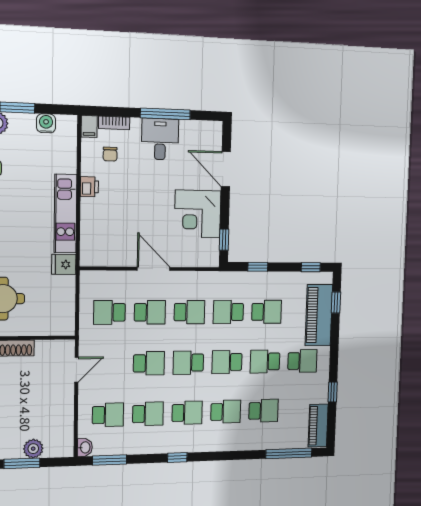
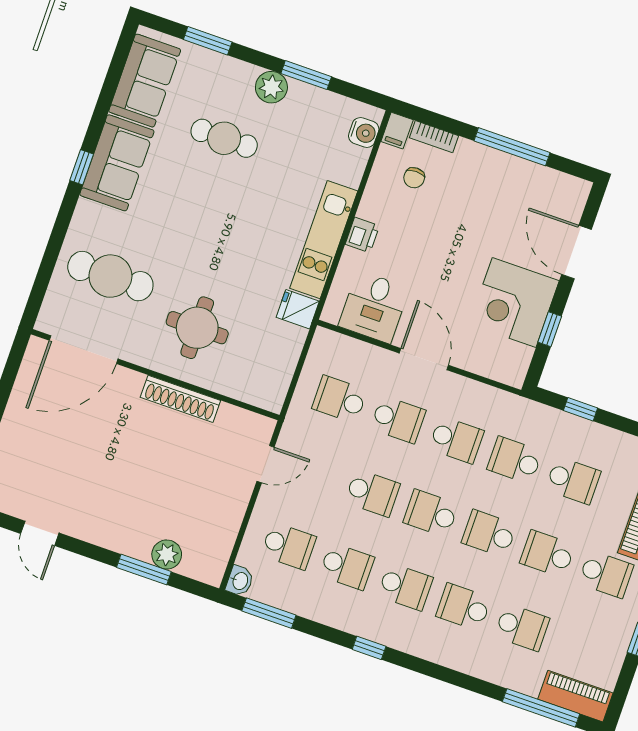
water cooler: (46, 123) -> (364, 132), moved, turned 90
desk: (160, 139) -> (374, 307), moved, turned 180
printer: (89, 187) -> (362, 235), moved
window: (224, 240) -> (550, 329), moved
school desk: (226, 412) -> (464, 607), turned 180
piano: (318, 426) -> (575, 696), moved, turned 90

